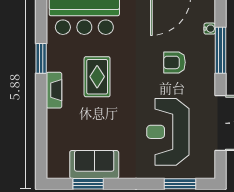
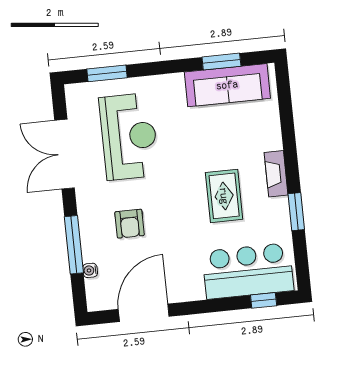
armchair: (174, 62) -> (130, 224), turned 90
sofa: (94, 164) -> (227, 85), width x1.36

